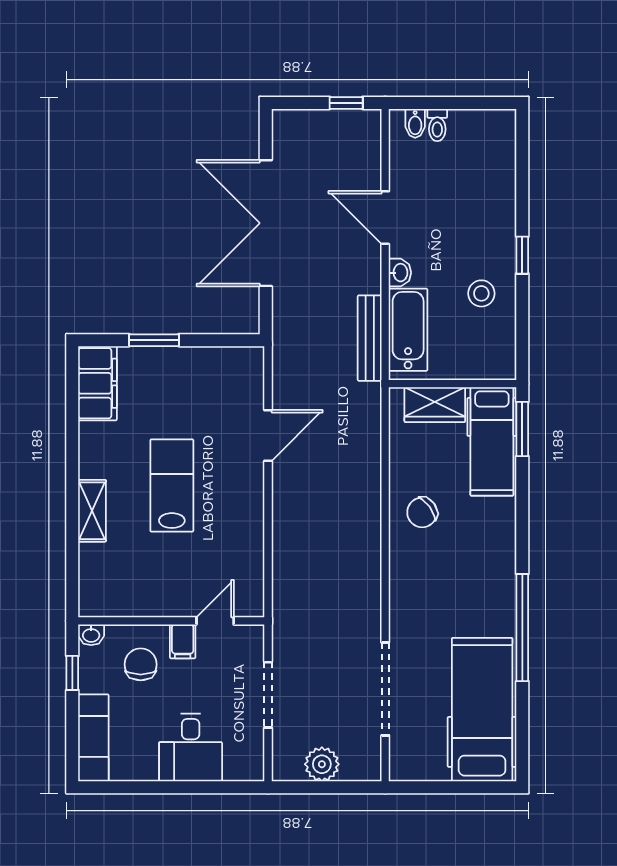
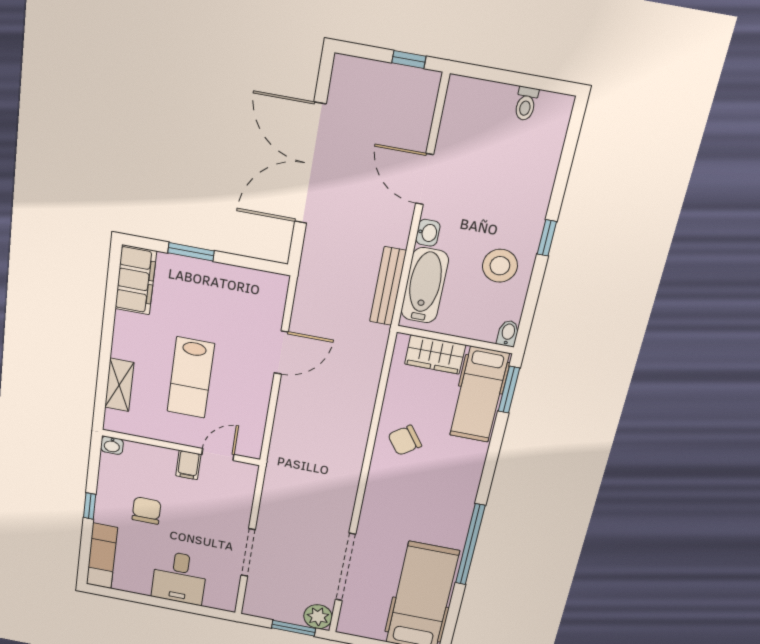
bidet: (415, 123) -> (508, 333), moved, turned 180
toilet: (437, 125) -> (526, 104), moved
stool: (481, 293) -> (500, 266), width x1.38, depth x1.38
lab bench: (172, 485) -> (191, 378), turned 180
wall: (171, 621) -> (181, 447), moved
door: (215, 621) -> (218, 455), moved
washbasin: (91, 635) -> (112, 445), moved
filing cabinet: (183, 641) -> (188, 465), moved
plant: (322, 764) -> (318, 617), moved
window: (338, 787) -> (294, 628), added

